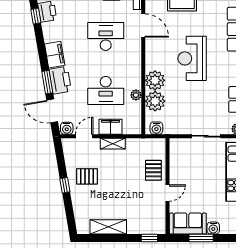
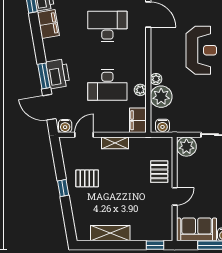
filing cabinet: (55, 55) -> (48, 24), moved
reception desk: (192, 58) -> (201, 50), turned 180
plant: (155, 80) -> (156, 79), width x0.53, depth x0.53
filing cabinet: (110, 127) -> (138, 120), moved, turned -90
plant: (178, 147) -> (186, 147), added

